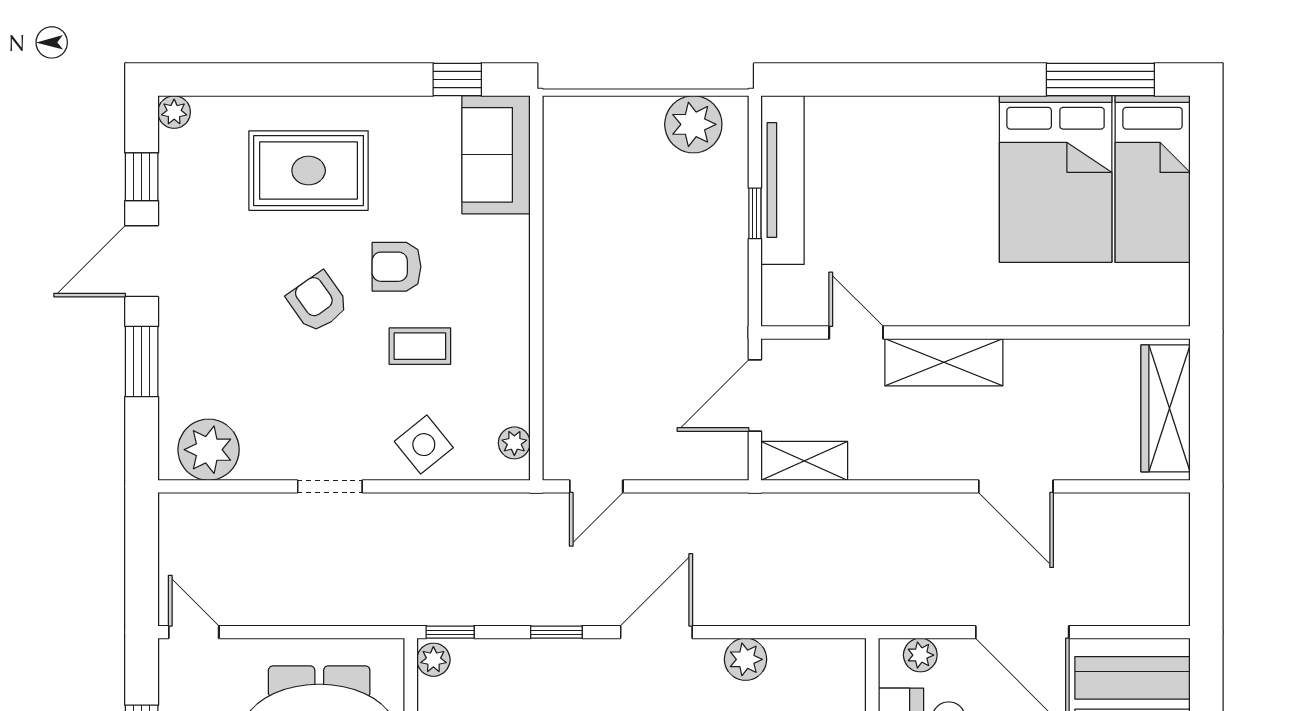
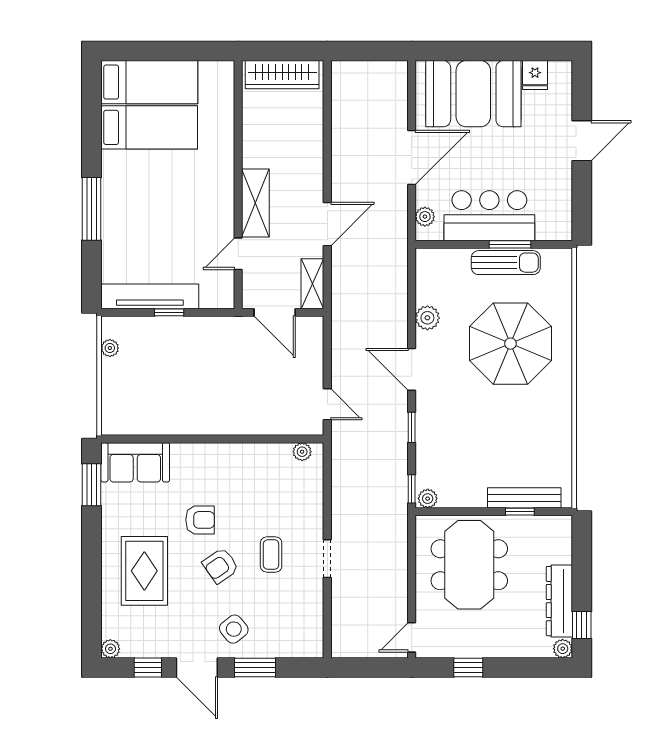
window: (457, 80) -> (92, 485), width x1.50
window: (1100, 80) -> (92, 209), moved
plant: (693, 124) -> (110, 348), width x0.53, depth x0.53
bed: (1056, 179) -> (149, 127), width x0.67
armchair: (397, 267) -> (200, 520), turned -90
coffee table: (420, 346) -> (271, 555), moved
side table: (424, 445) -> (234, 629), moved
plant: (209, 450) -> (306, 629), removed
door: (1016, 486) -> (327, 224), moved

